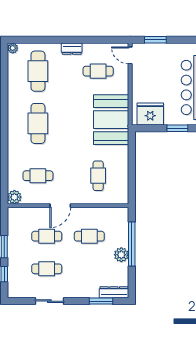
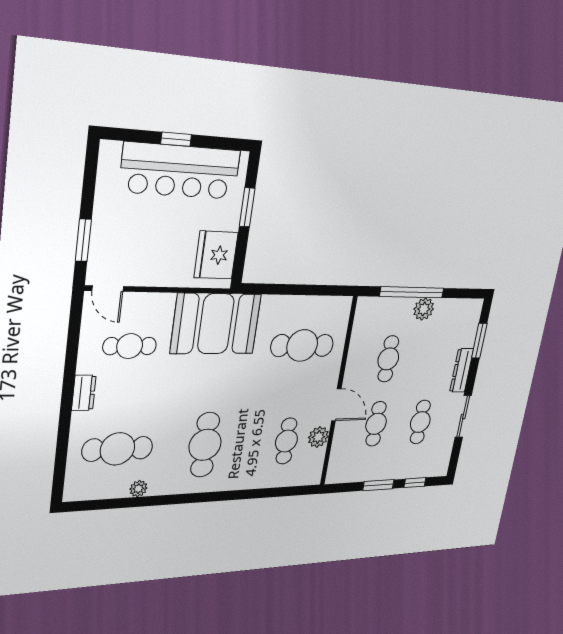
plant: (13, 48) -> (138, 489), moved
door: (130, 55) -> (108, 289), hinge flipped
cafe table: (98, 71) -> (130, 346), turned 90
cafe table: (38, 123) -> (205, 445), turned 90
cafe table: (98, 176) -> (302, 346), width x1.37, depth x1.35
plant: (14, 197) -> (318, 437), moved
dresser: (114, 292) -> (462, 370), moved

